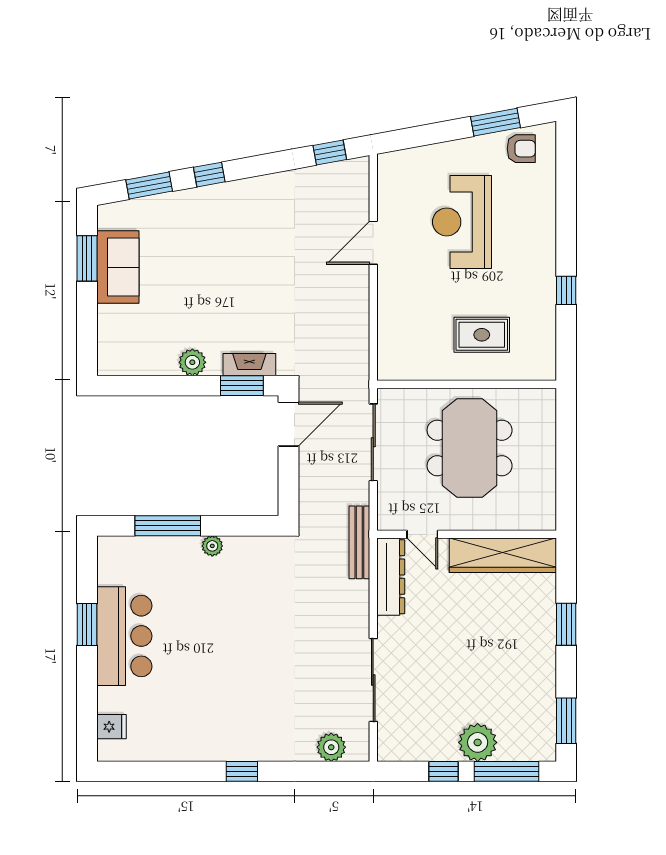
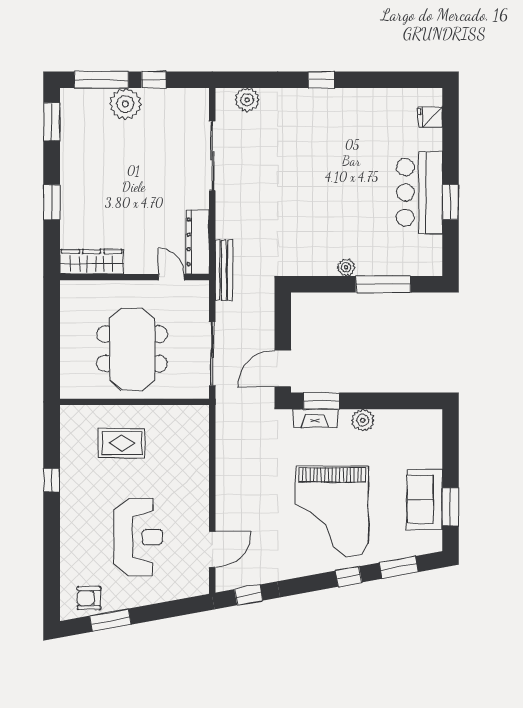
door: (373, 243) -> (212, 549), moved
grand piano: (229, 253) -> (332, 511), added
wardrobe: (503, 555) -> (92, 262), width x0.71, depth x0.85

